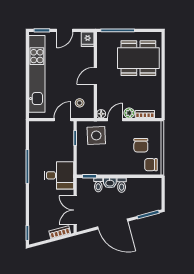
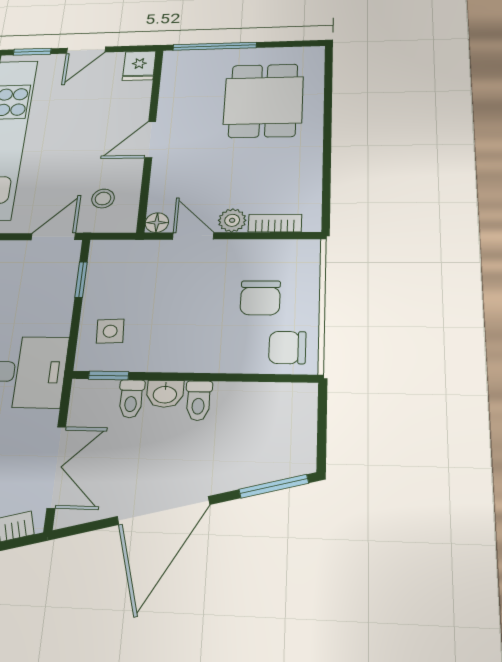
dining table: (138, 58) -> (263, 100), width x0.73
door: (115, 120) -> (193, 236), hinge flipped
side table: (96, 135) -> (110, 331), moved, width x0.54, depth x0.54
double door: (75, 210) -> (56, 467), swing flipped
door: (113, 224) -> (163, 511), hinge flipped

